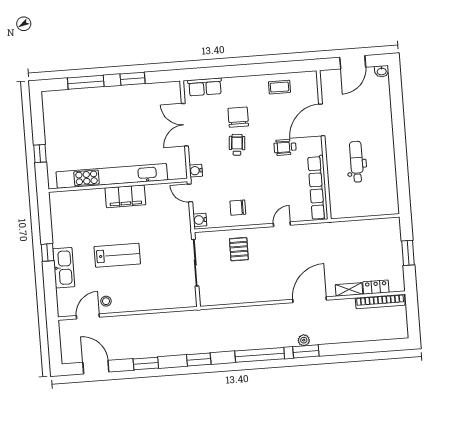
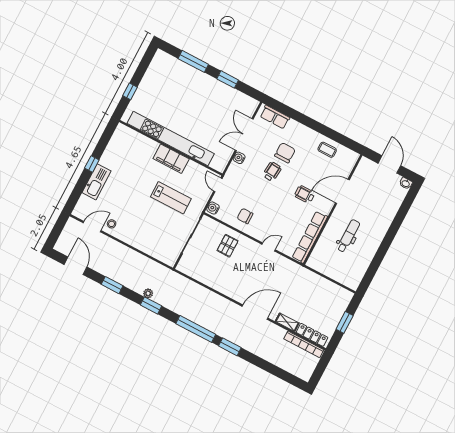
door: (353, 62) -> (389, 164), swing flipped
water cooler: (196, 171) -> (239, 158), moved
lab bench: (117, 255) -> (171, 198), moved
locker: (376, 287) -> (312, 335), width x1.53
plant: (304, 340) -> (148, 293), moved

